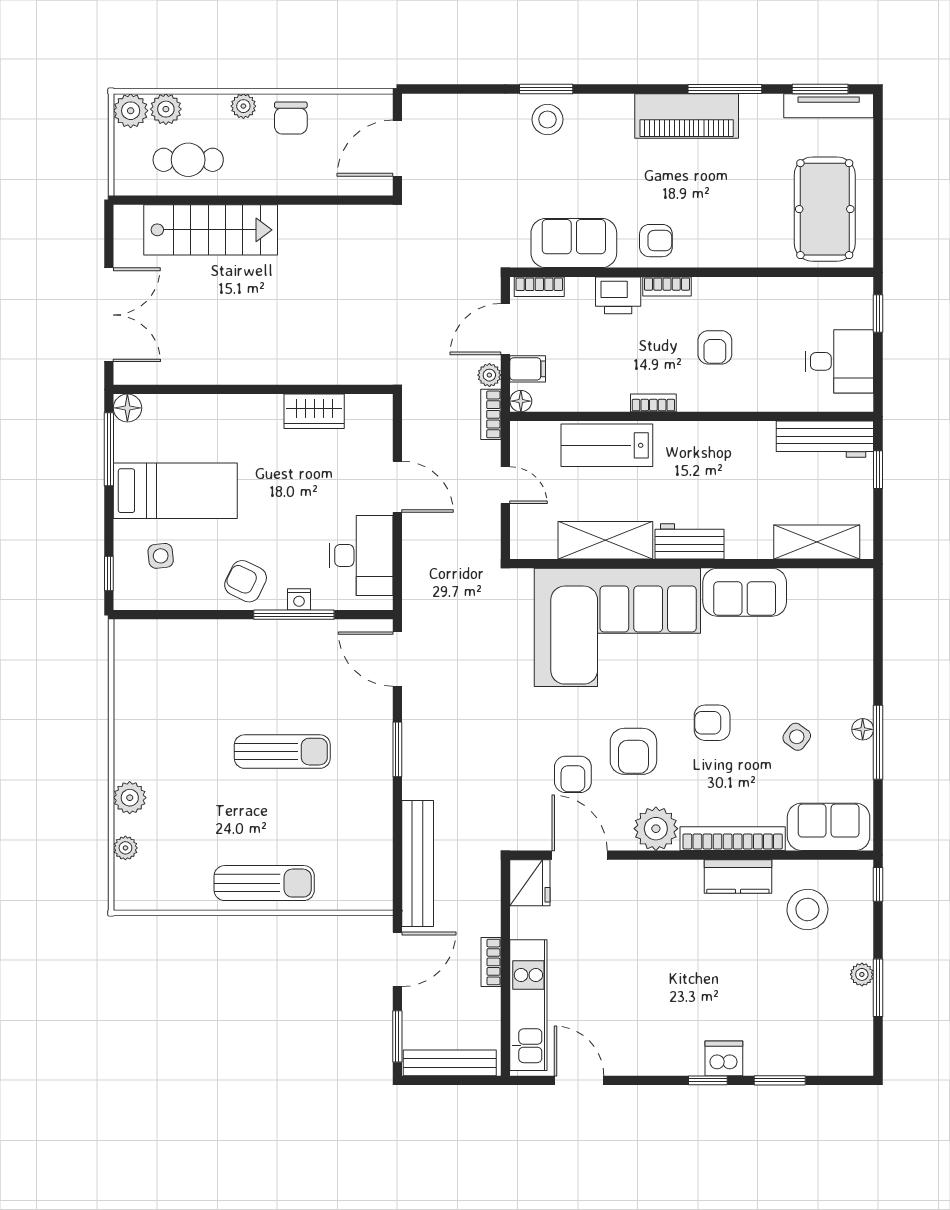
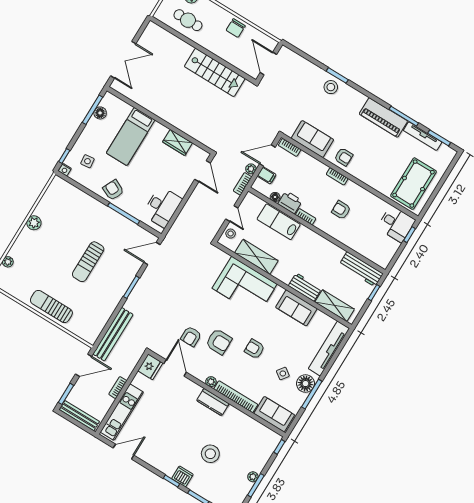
plant: (243, 106) -> (221, 13), removed
tv unit: (829, 106) -> (423, 136), moved
door: (397, 148) -> (268, 64), hinge flipped
stairs: (211, 230) -> (215, 72), moved
printer: (618, 295) -> (290, 202), moved, turned 180
armchair: (715, 347) -> (341, 210), turned 90
desk: (839, 361) -> (396, 224), moved
floor lamp: (521, 401) -> (275, 197), moved
floor lamp: (127, 408) -> (100, 113), moved
door: (397, 487) -> (202, 171), moved
bed: (175, 491) -> (131, 136), moved, turned 90
stool: (527, 526) -> (231, 234), added
workbench: (690, 541) -> (305, 287), moved
nightstand: (299, 599) -> (65, 170), moved
corner sofa: (617, 627) -> (245, 286), width x0.73, depth x0.74
tv unit: (857, 633) -> (329, 348), added
door: (397, 659) -> (152, 254), hinge flipped
floor lamp: (863, 729) -> (306, 384), width x1.89, depth x1.89
armchair: (633, 751) -> (219, 342), turned -90
sun lounger: (282, 752) -> (88, 262), turned 90
plant: (130, 798) -> (34, 223), moved
plant: (656, 829) -> (211, 382), width x0.53, depth x0.53
kitchen counter: (738, 876) -> (213, 402), moved
sun lounger: (264, 883) -> (51, 307), turned 180
stool: (807, 909) -> (210, 454), moved
door: (579, 1080) -> (124, 452), hinge flipped

